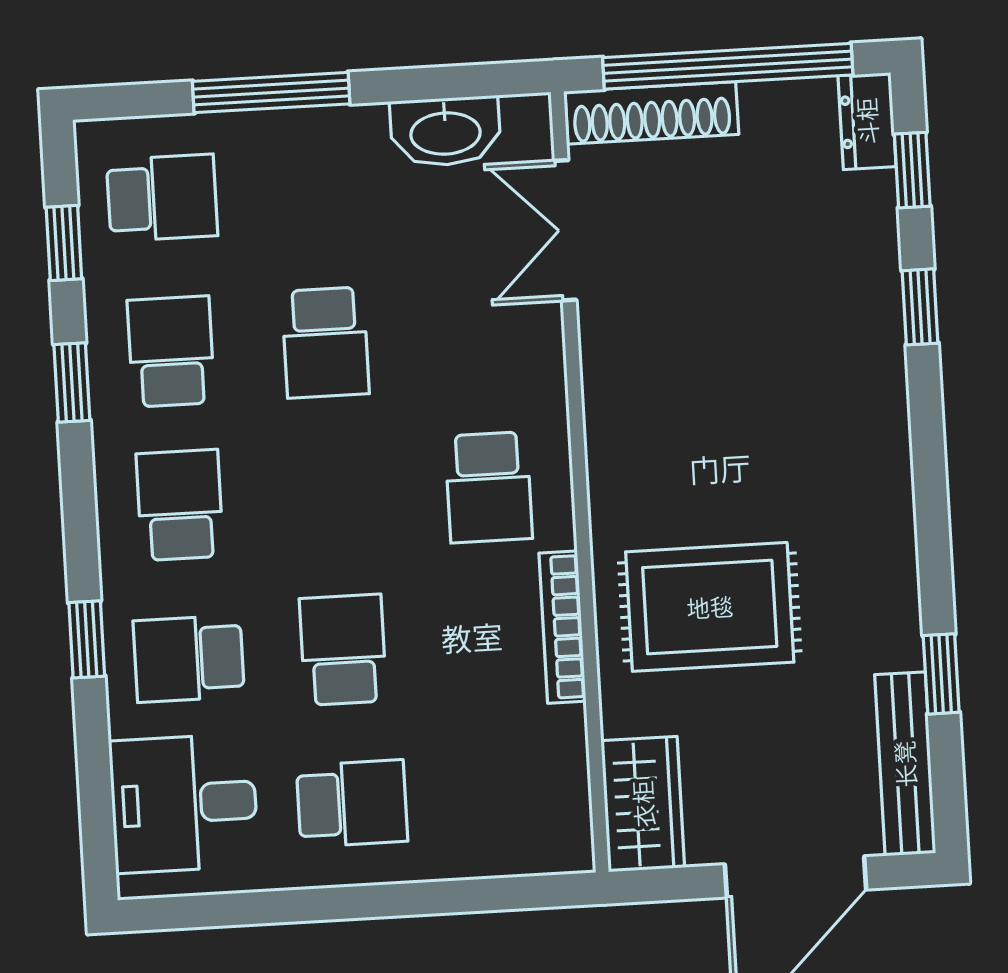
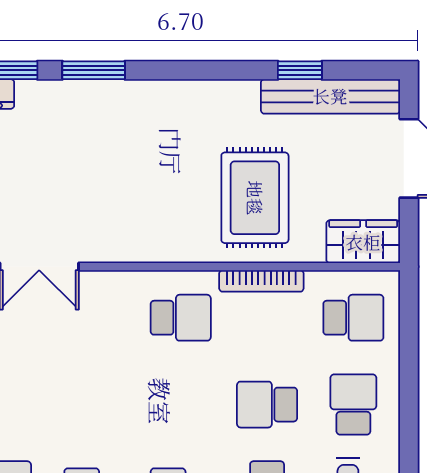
window: (920, 307) -> (94, 70), width x1.50
school desk: (325, 343) -> (353, 318), moved
bench: (905, 764) -> (330, 96), width x1.37, depth x1.21

